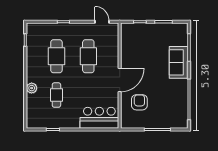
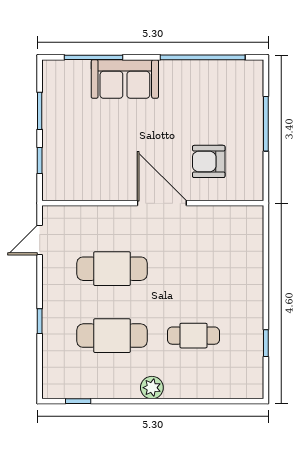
plant: (32, 88) -> (152, 388), moved
bar counter: (99, 118) -> (241, 245), removed

